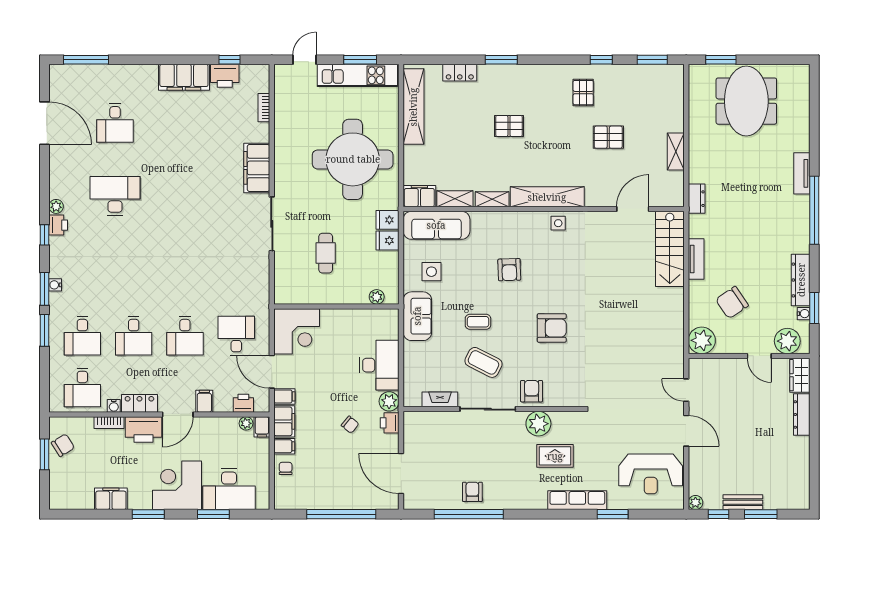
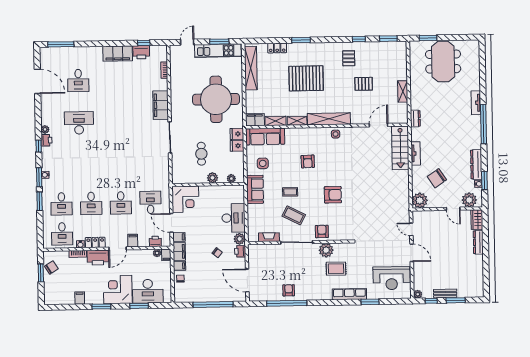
pallet: (509, 126) -> (306, 78), width x2.05, depth x2.00
plant: (344, 295) -> (213, 178), added
filing cabinet: (111, 499) -> (80, 298), width x0.50

